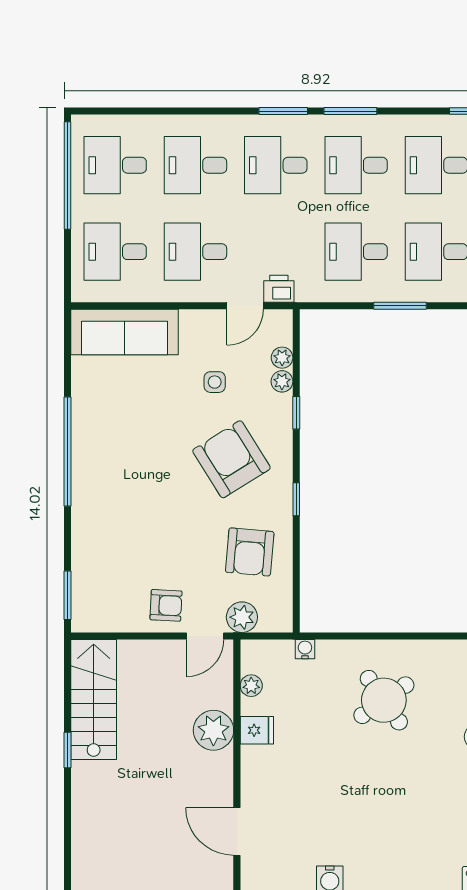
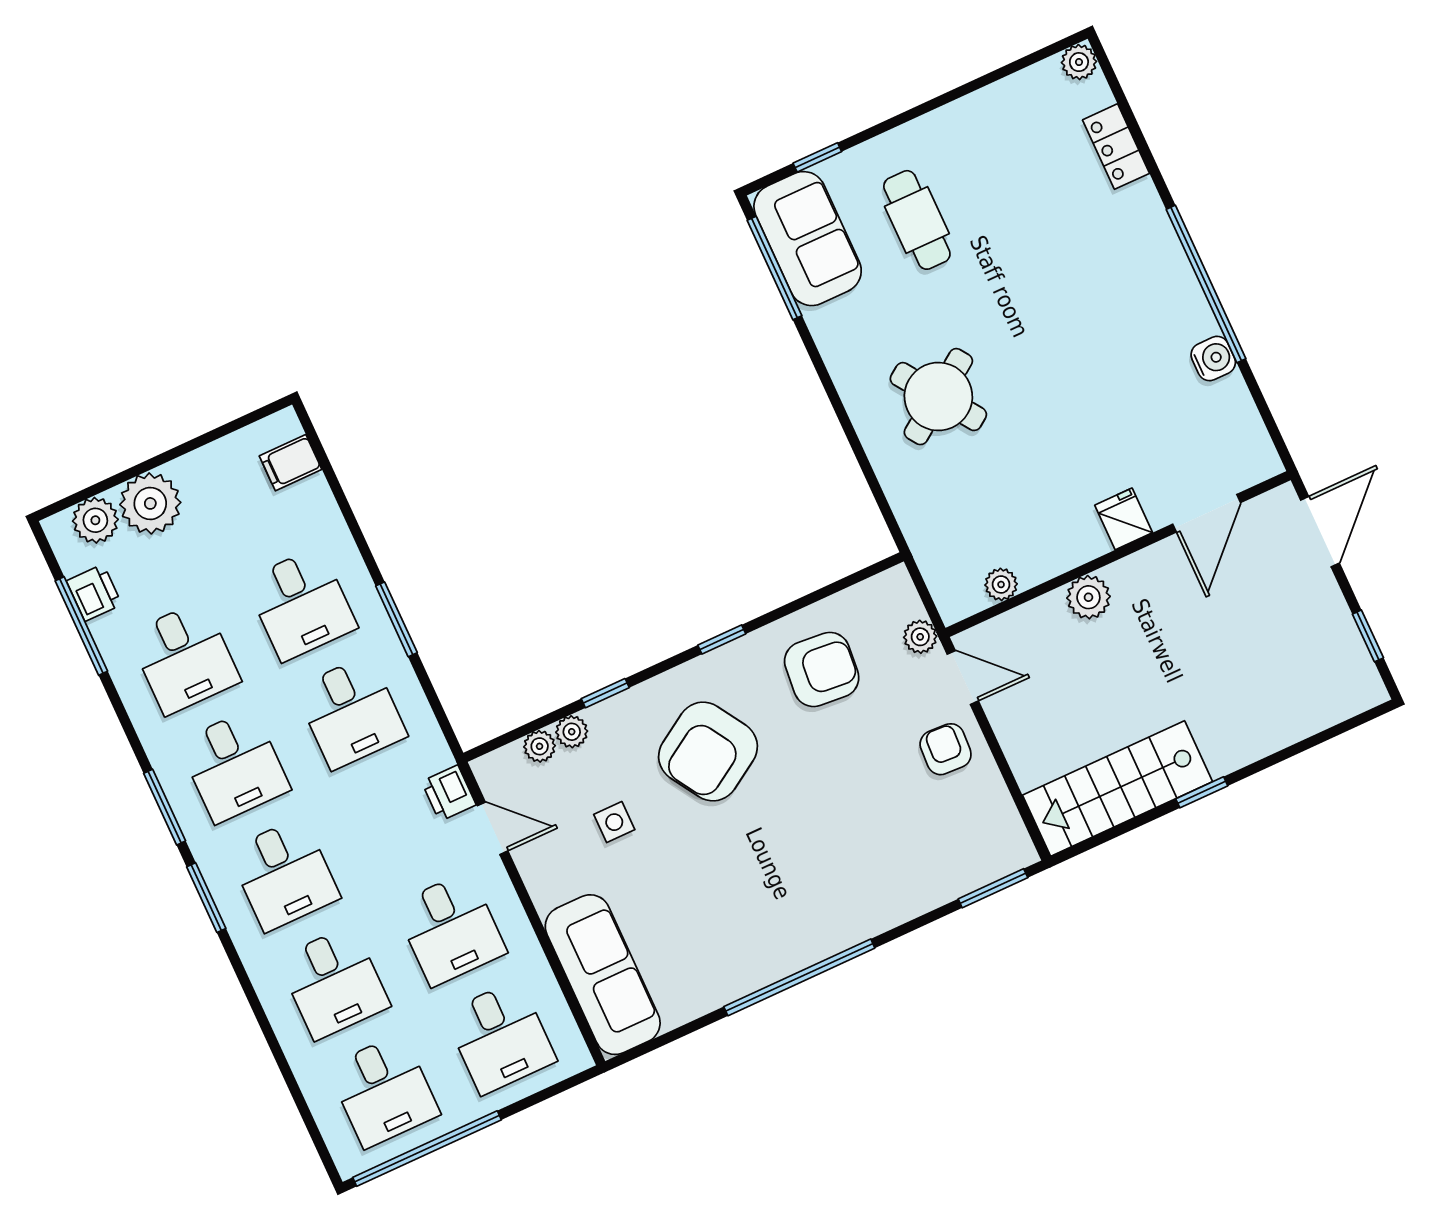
plant: (242, 617) -> (920, 637), width x0.73, depth x0.73
water cooler: (305, 649) -> (918, 535), removed
plant: (213, 730) -> (1088, 597), width x0.73, depth x0.73
fridge: (257, 730) -> (1124, 519), moved

